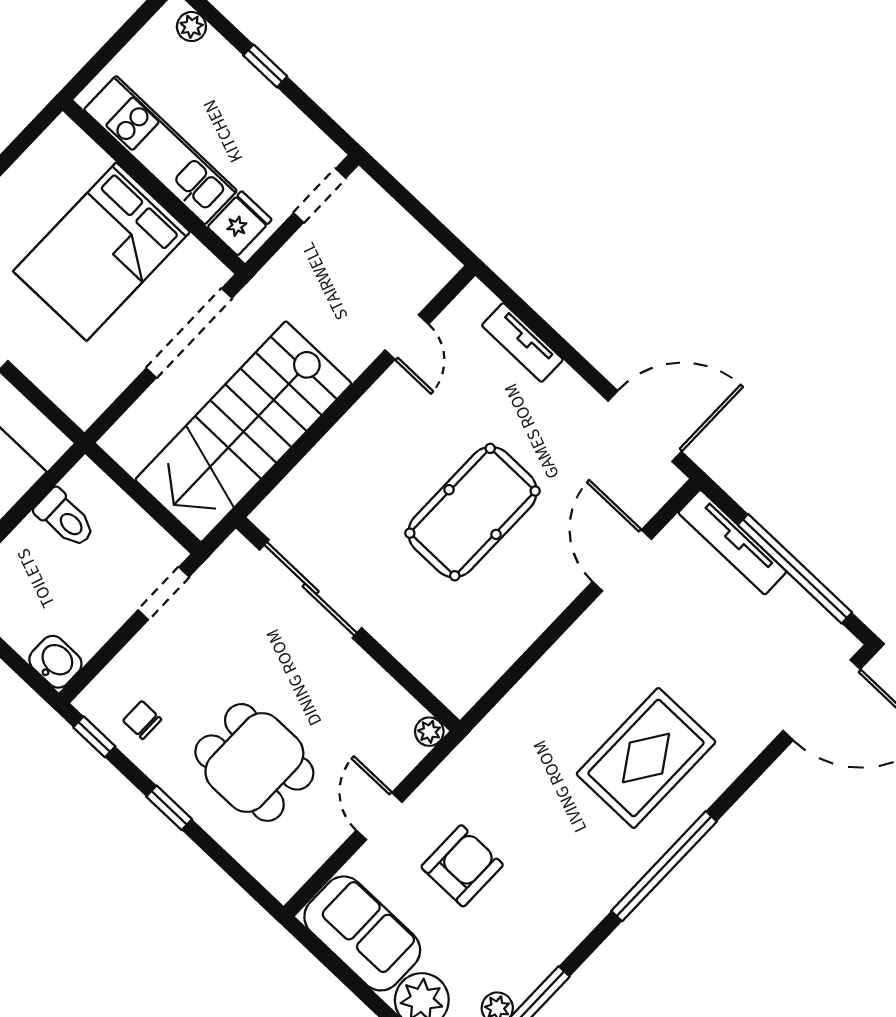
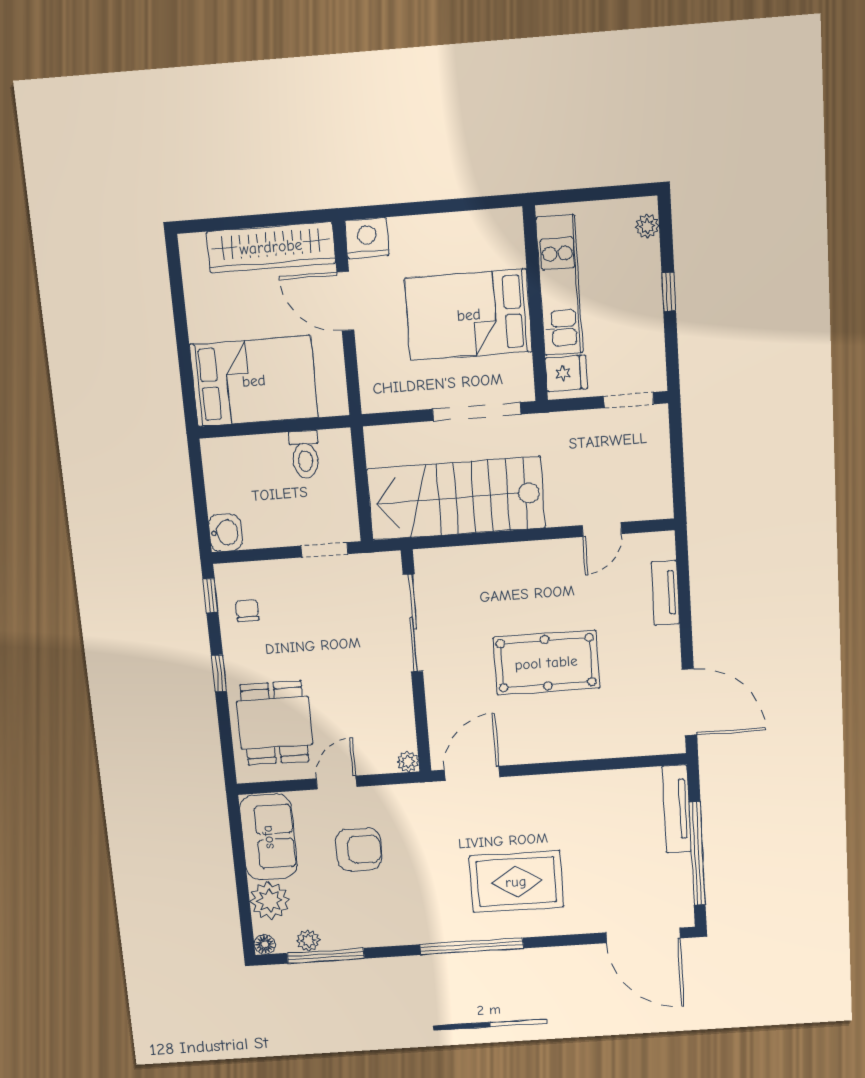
door: (622, 560) -> (472, 773), moved
dining table: (254, 762) -> (275, 723), moved

